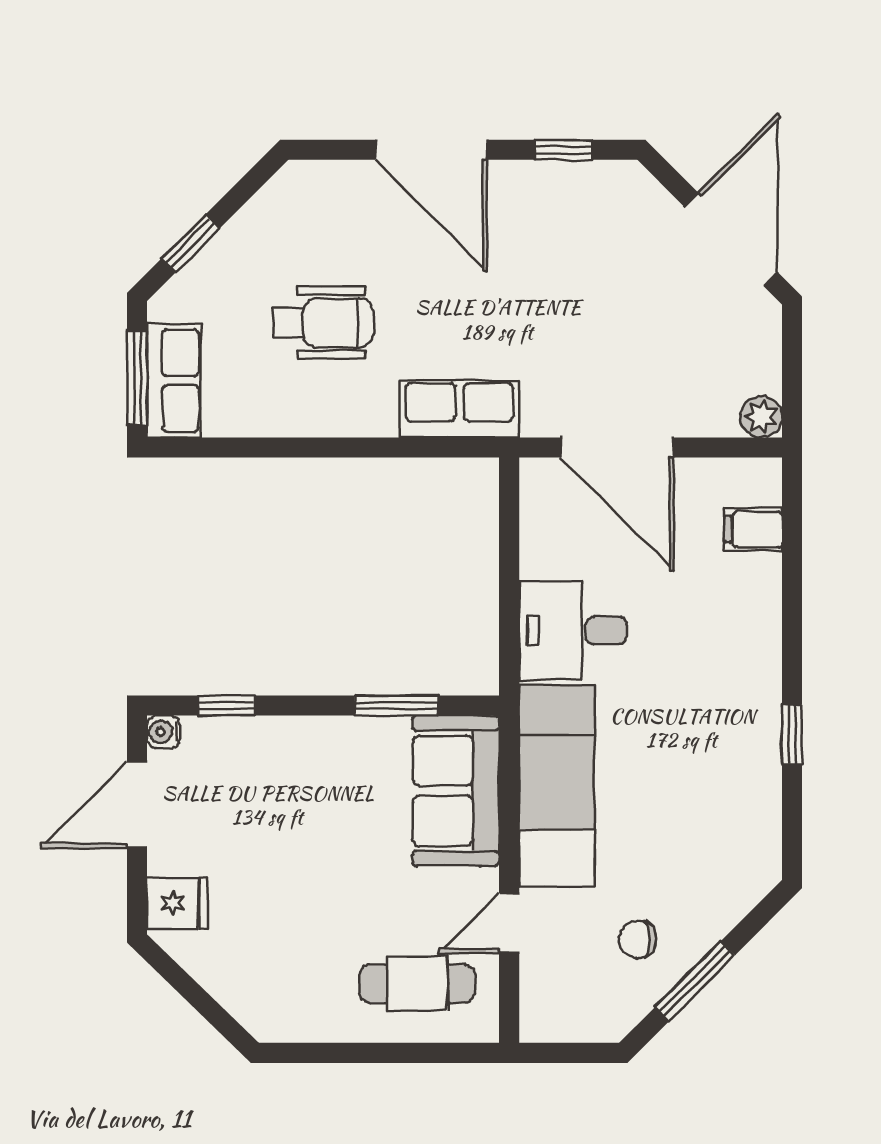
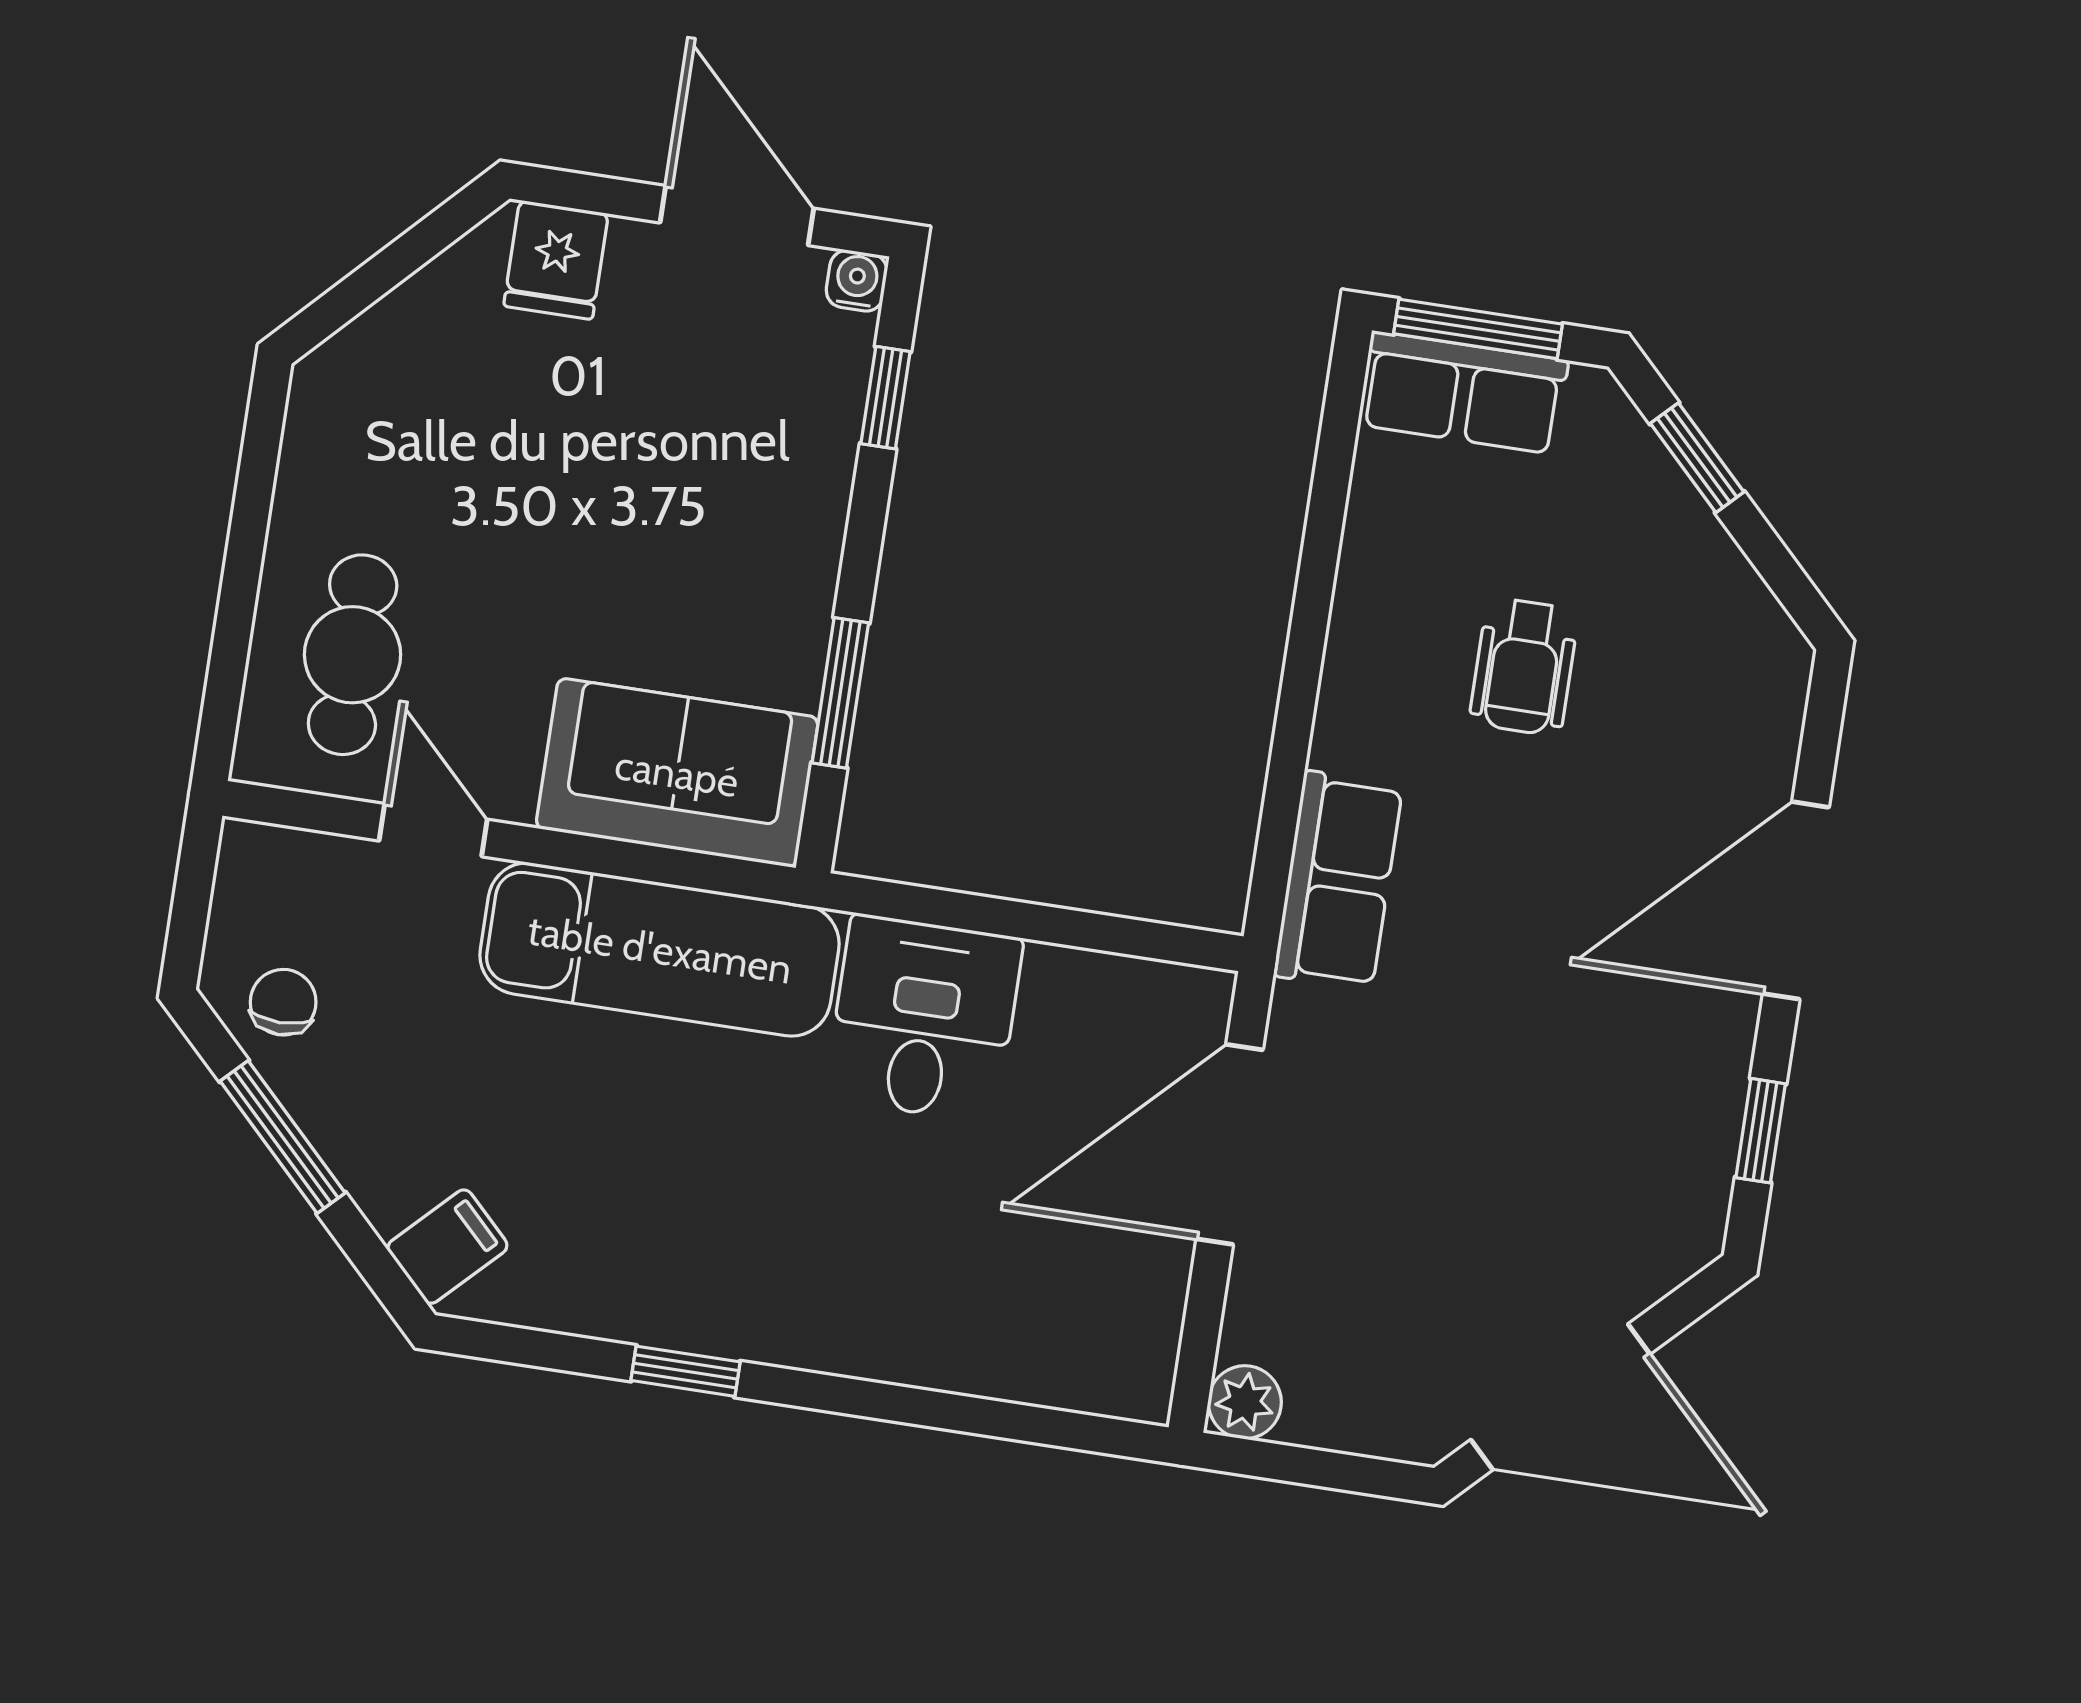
wheelchair: (323, 323) -> (1524, 667), width x0.73, depth x0.73
filing cabinet: (753, 529) -> (447, 1247), moved, turned 45
chair: (638, 939) -> (283, 1002), moved

